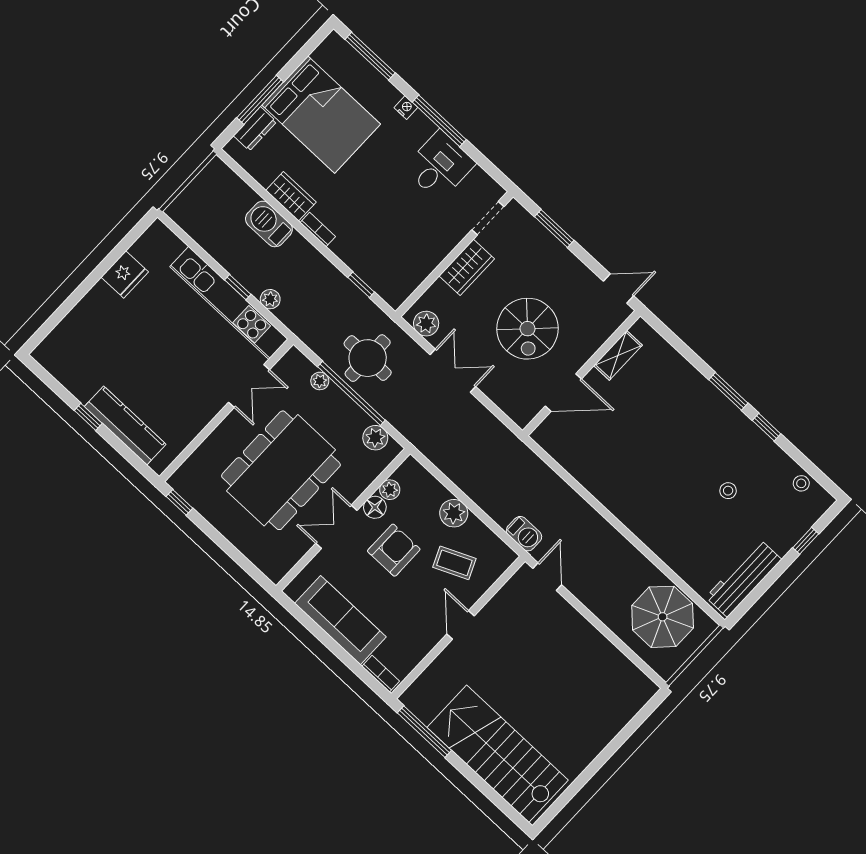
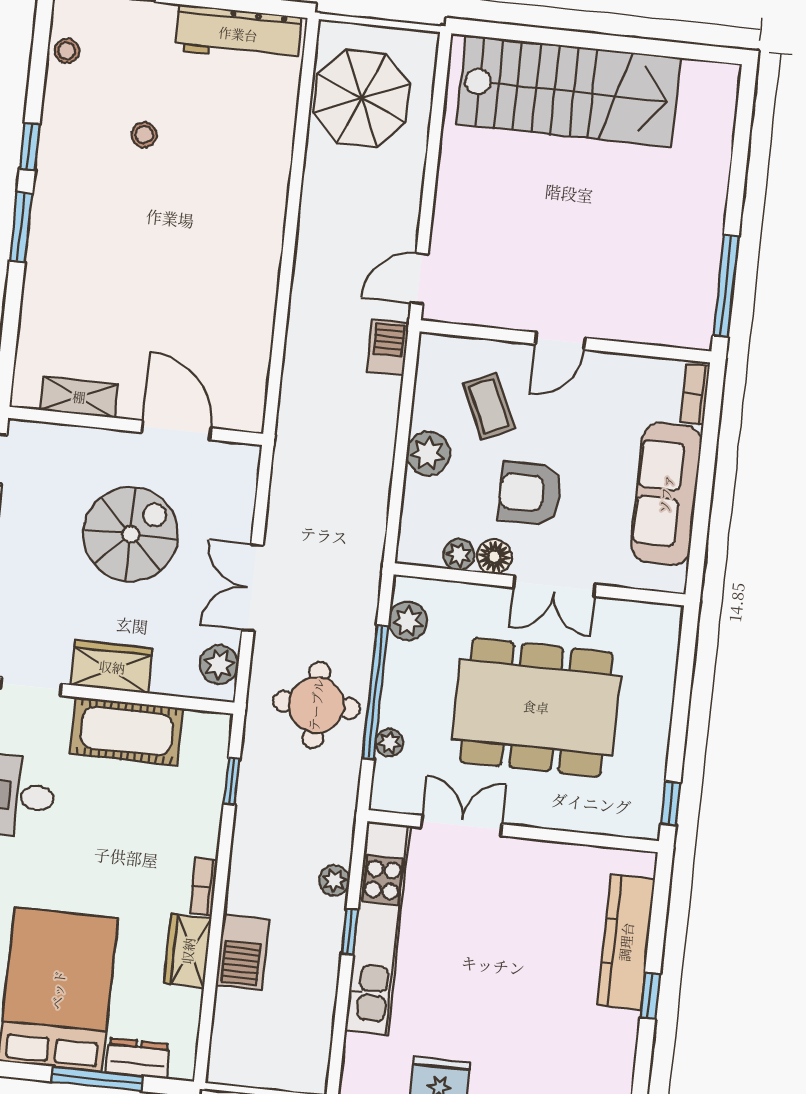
cot: (428, 250) -> (127, 731), added
stairs: (498, 754) -> (568, 91), moved, turned -90

